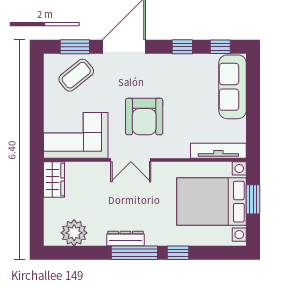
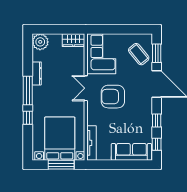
window: (253, 199) -> (61, 165), width x1.44
plant: (74, 233) -> (40, 42), moved
dresser: (125, 239) -> (37, 73), moved

